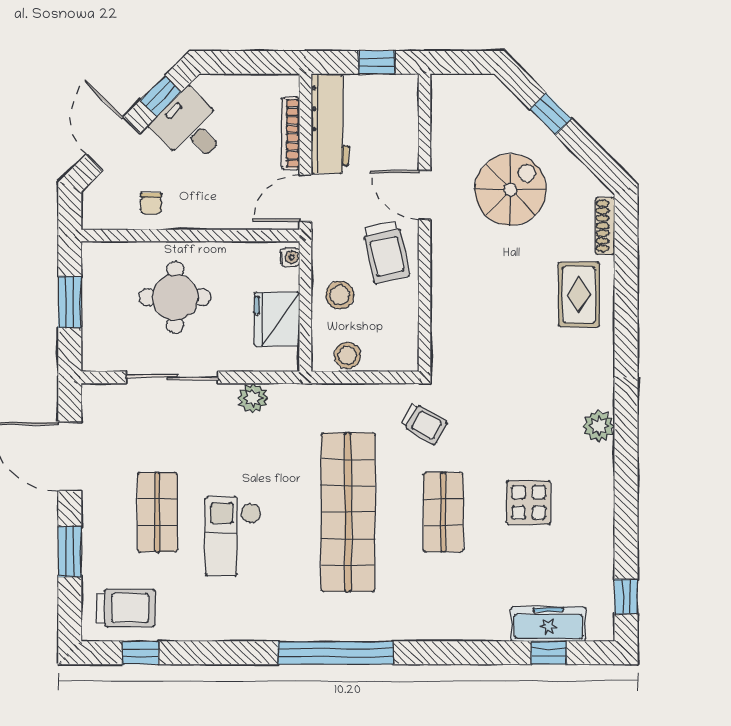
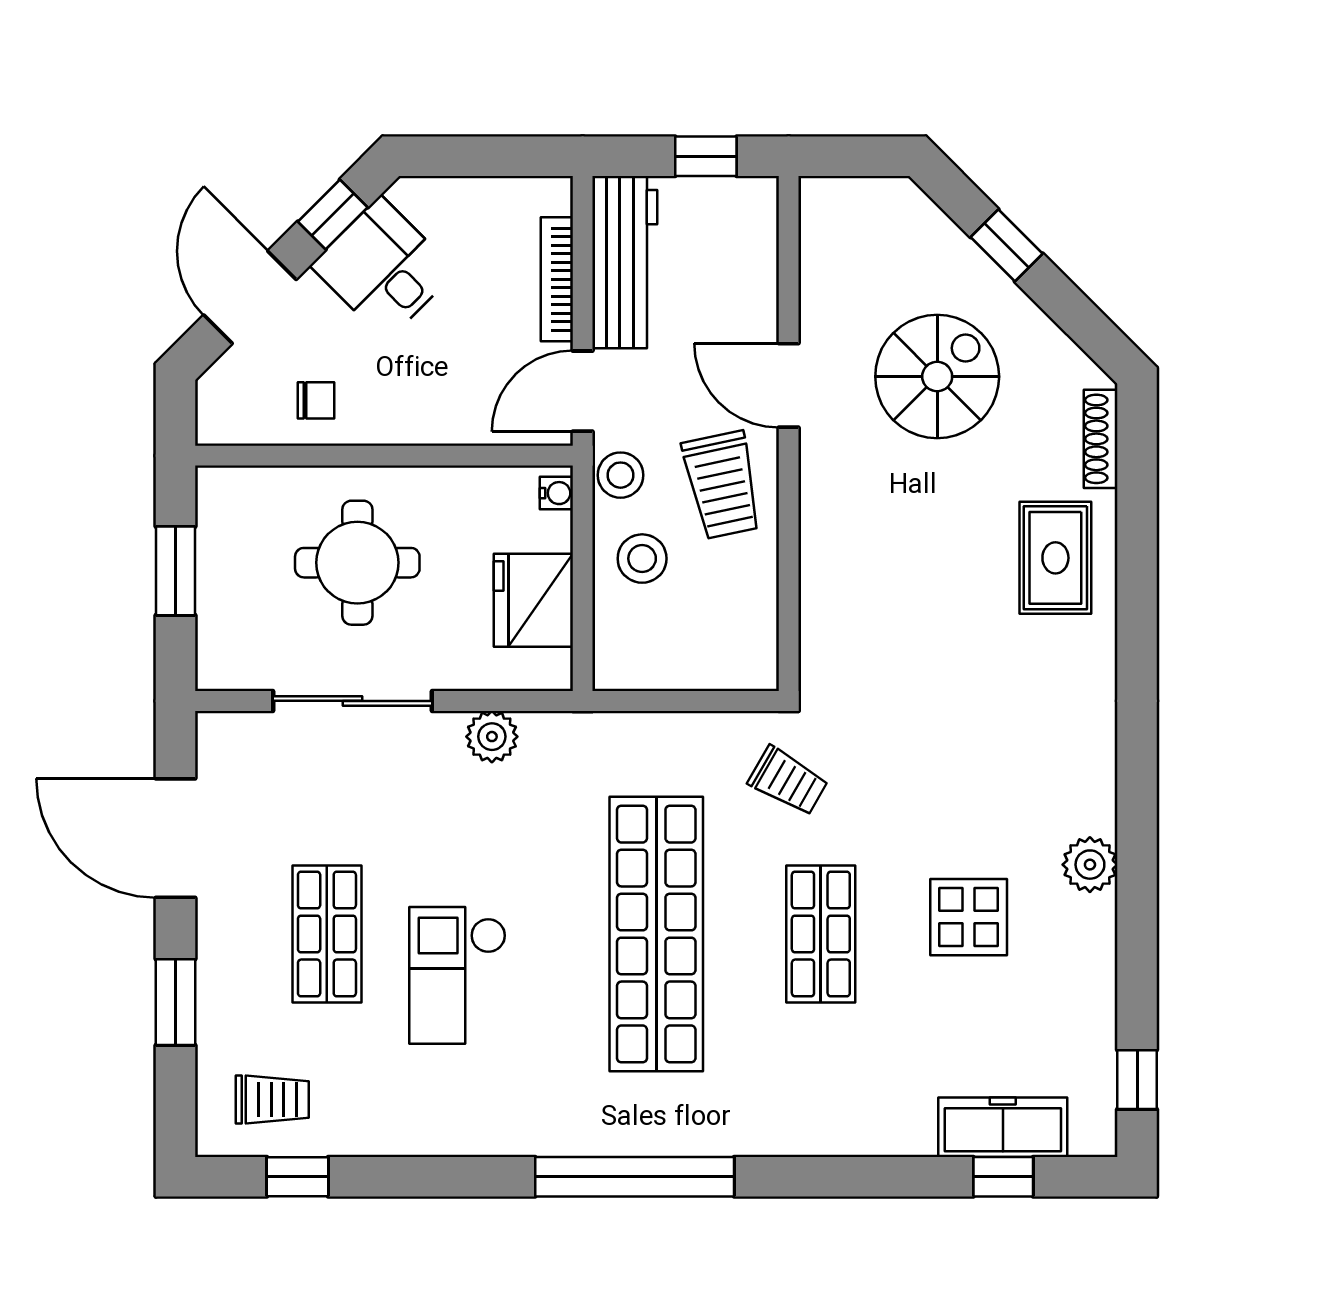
chair: (151, 204) -> (316, 400), turned -90
stool: (347, 355) -> (621, 475), moved
plant: (599, 426) -> (1090, 865), moved
trolley: (126, 608) -> (272, 1099), width x0.73, depth x0.72

